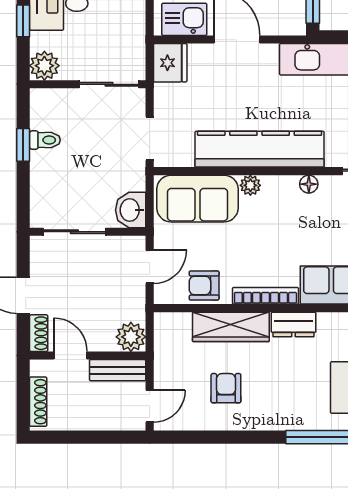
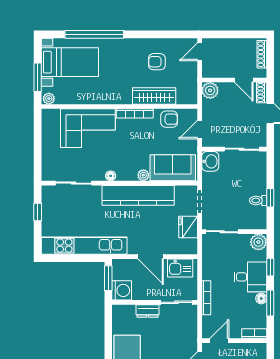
fridge: (170, 63) -> (188, 227), moved
dresser: (294, 325) -> (119, 97), removed
bench: (118, 370) -> (217, 72), removed
armchair: (226, 388) -> (157, 62), turned 90

